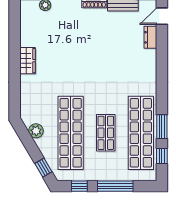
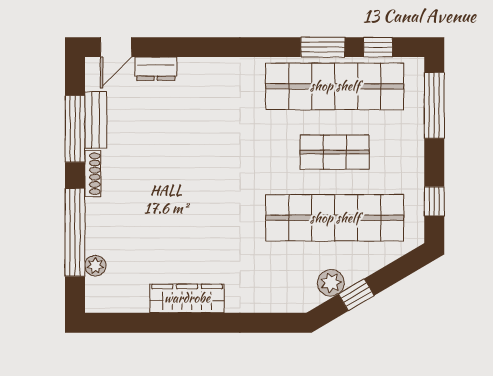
door: (162, 16) -> (116, 47), hinge flipped
wardrobe: (28, 61) -> (187, 298), width x1.50
window: (43, 168) -> (356, 295), moved
window: (115, 186) -> (434, 105), moved

